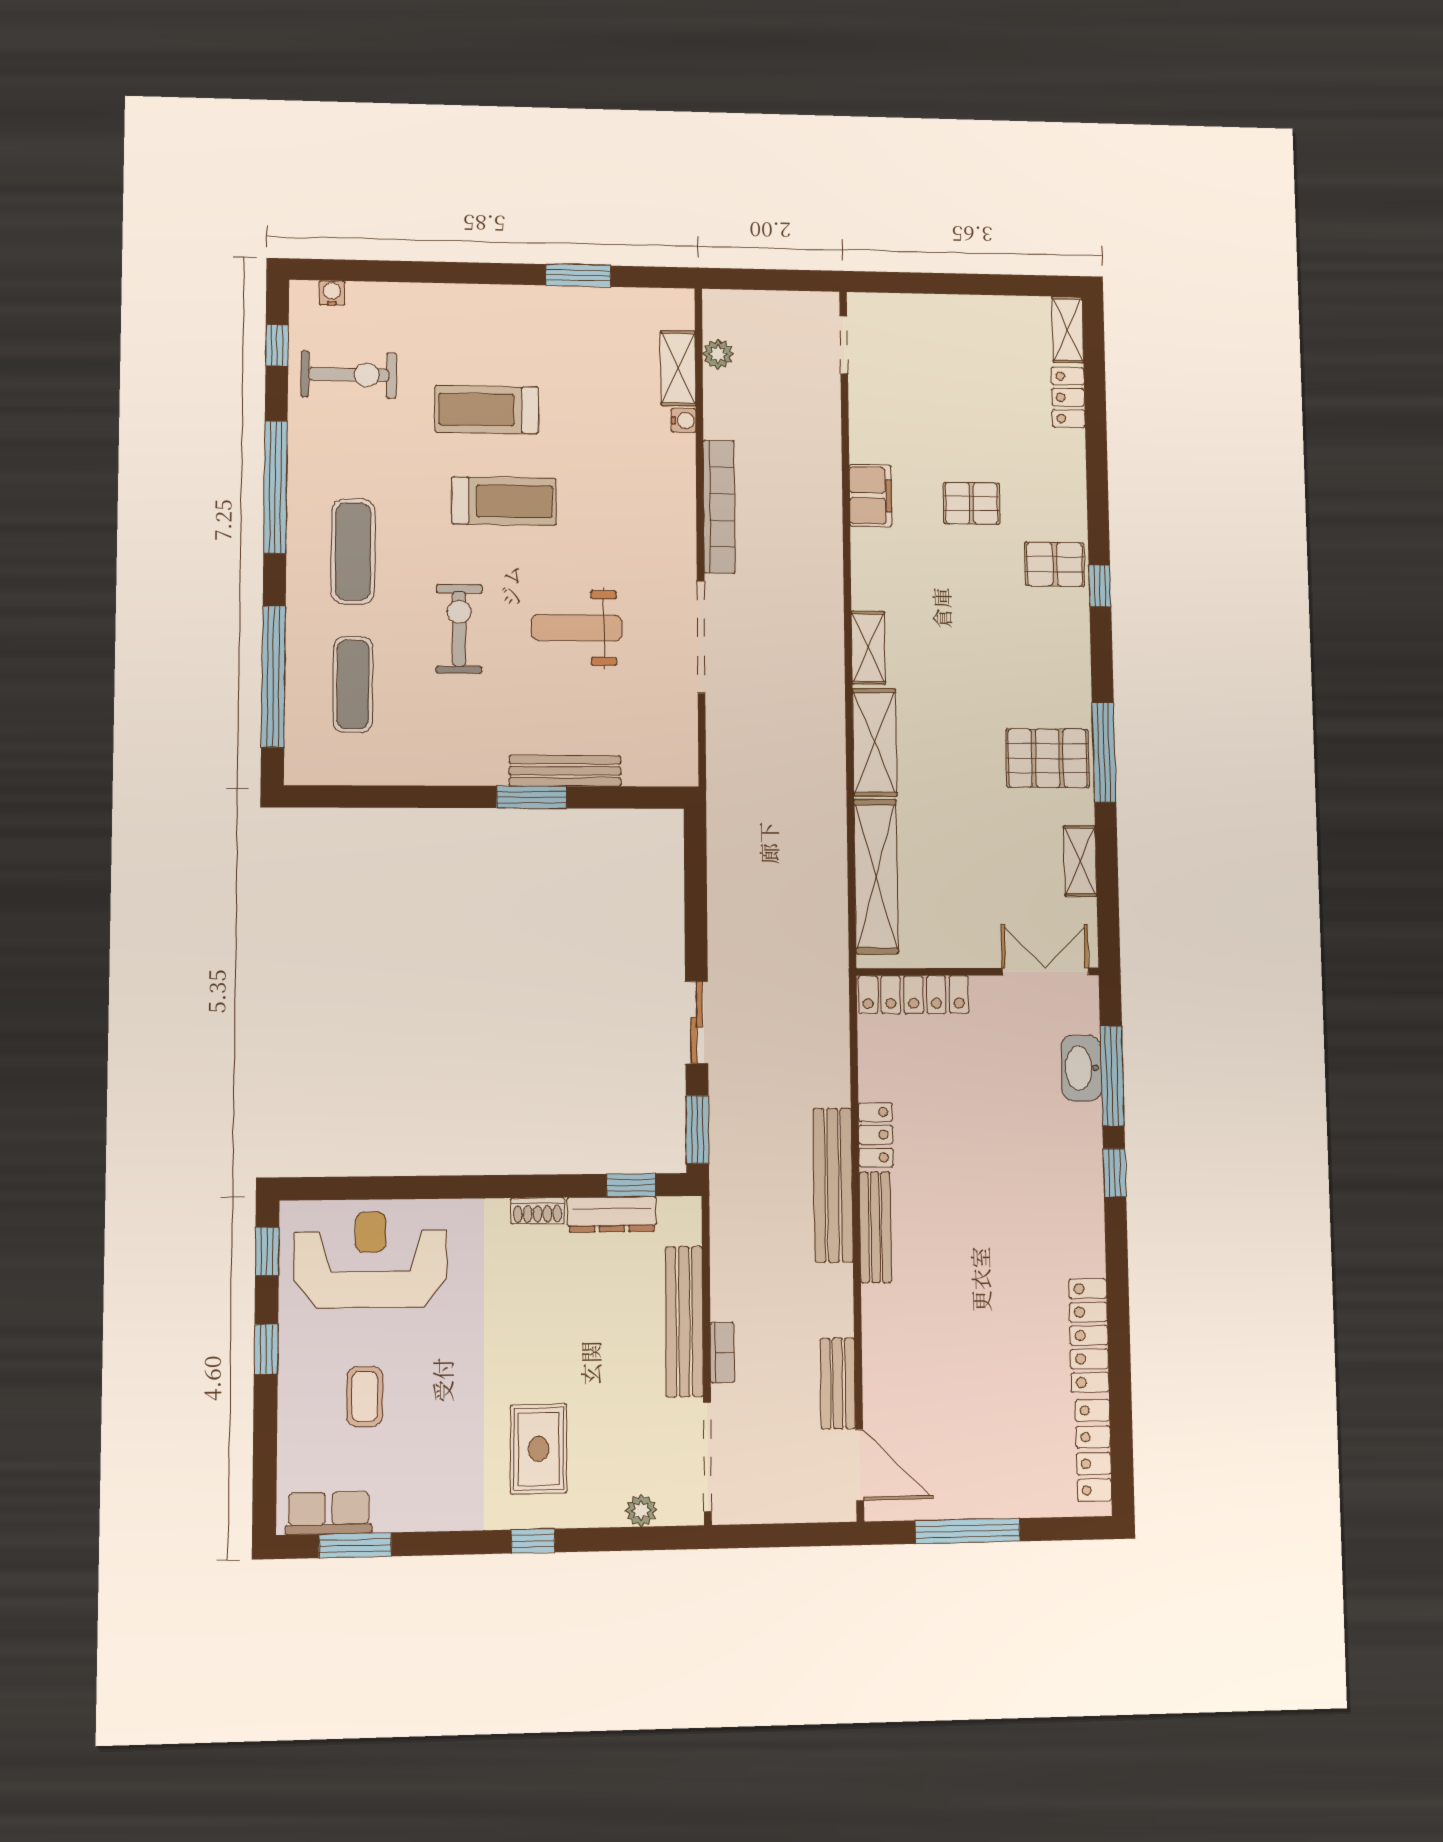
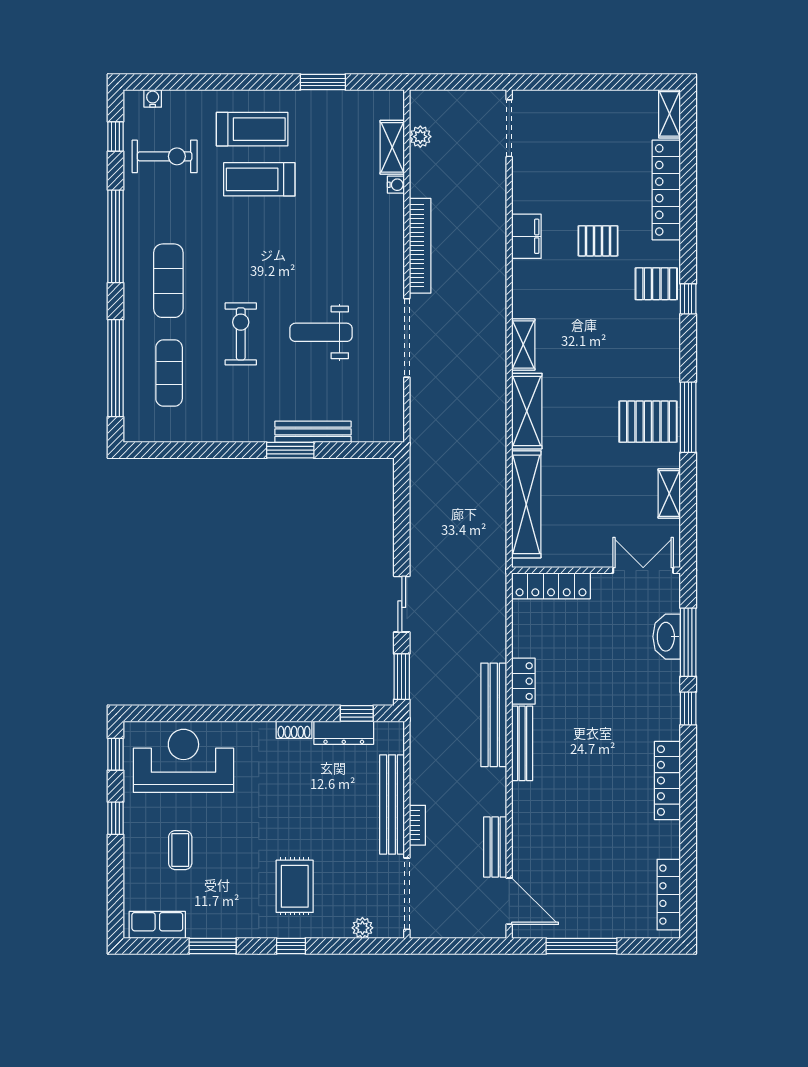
doorway: (844, 345) -> (509, 128), width x1.38
locker: (1068, 397) -> (666, 190), width x2.16, depth x1.21
treadmill: (504, 501) -> (252, 129), moved
locker: (1089, 1335) -> (667, 780), moved
window: (355, 1545) -> (213, 946), moved

